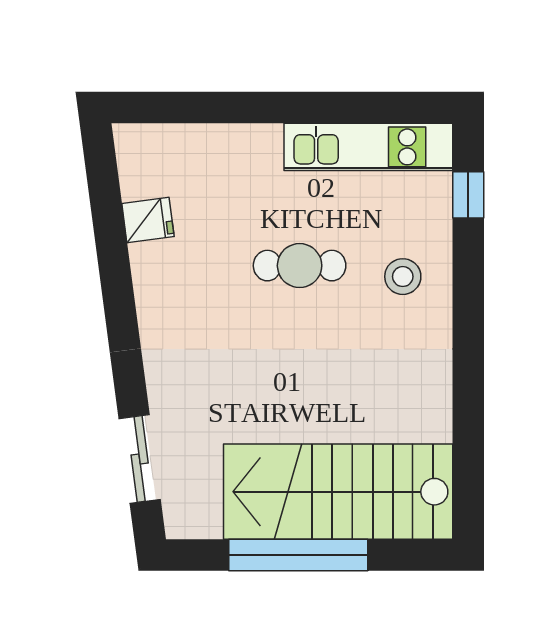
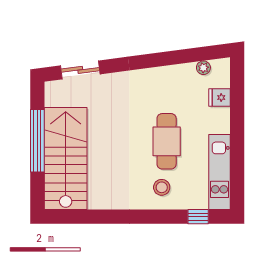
plant: (135, 183) -> (203, 68), added
fridge: (148, 220) -> (220, 98), moved, turned 97
cafe table: (300, 266) -> (167, 141), width x1.37, depth x1.35

